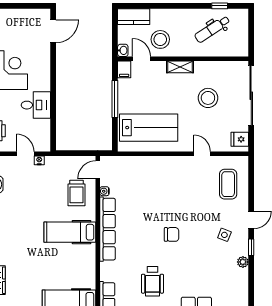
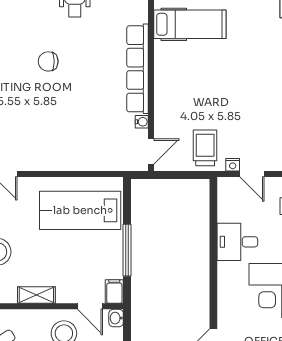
trolley: (77, 193) -> (205, 148), moved
hospital bed: (70, 232) -> (190, 24), moved

